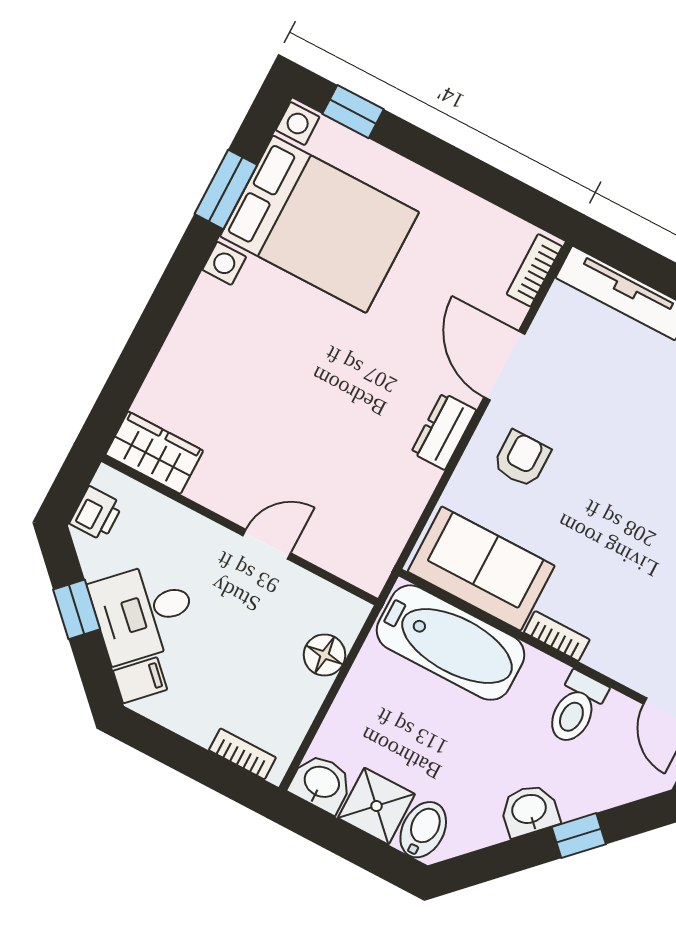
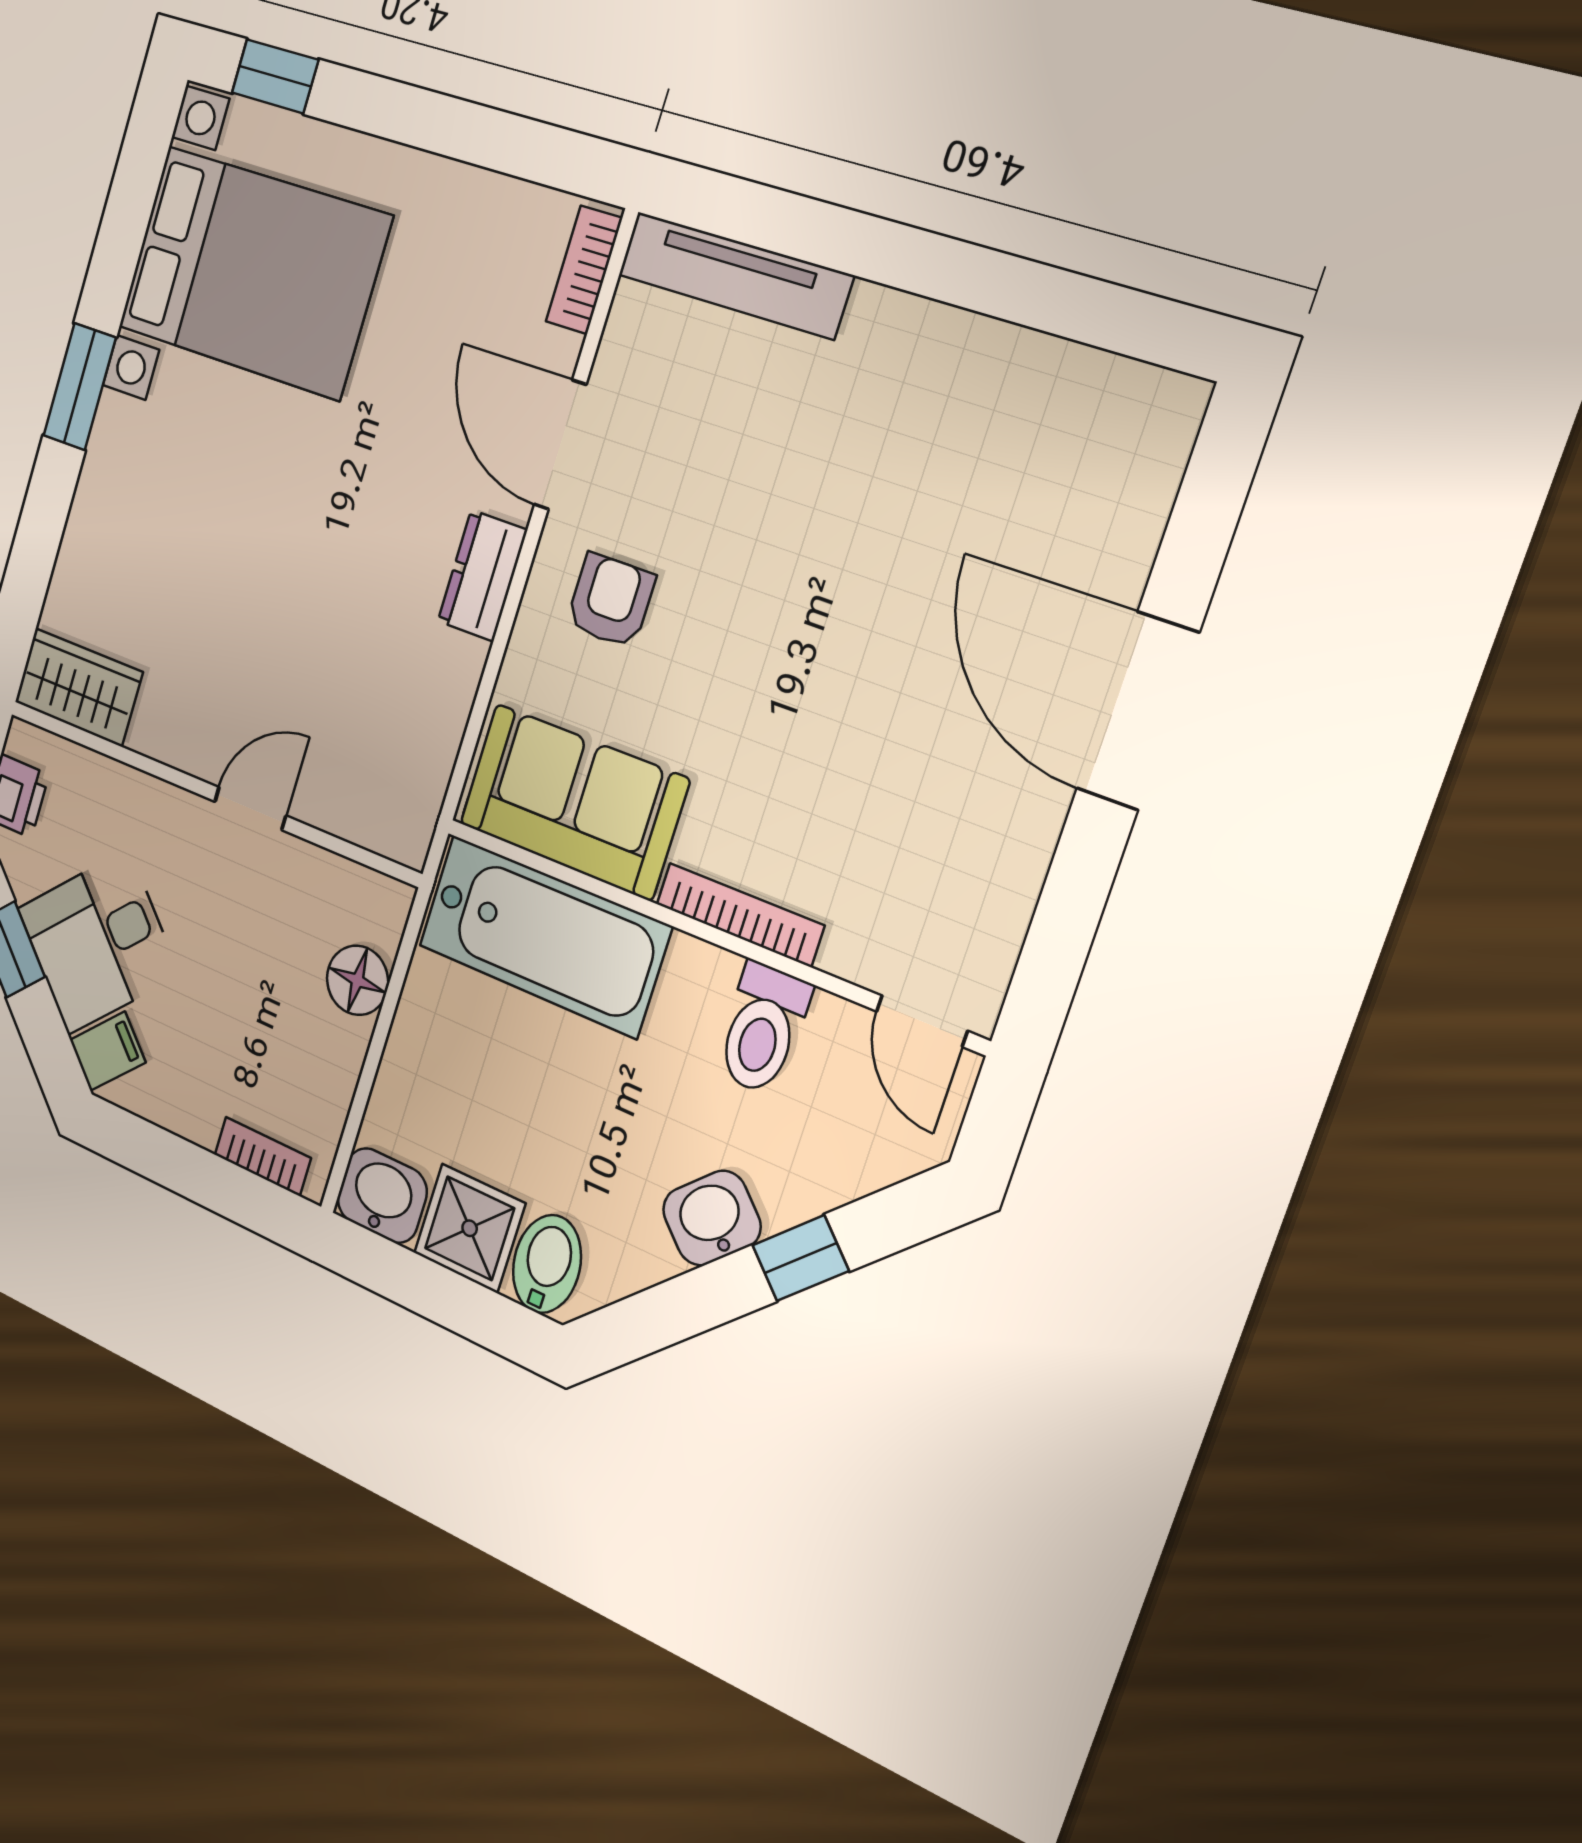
window: (226, 189) -> (80, 387), moved
bookcase: (557, 636) -> (740, 915), width x1.56

